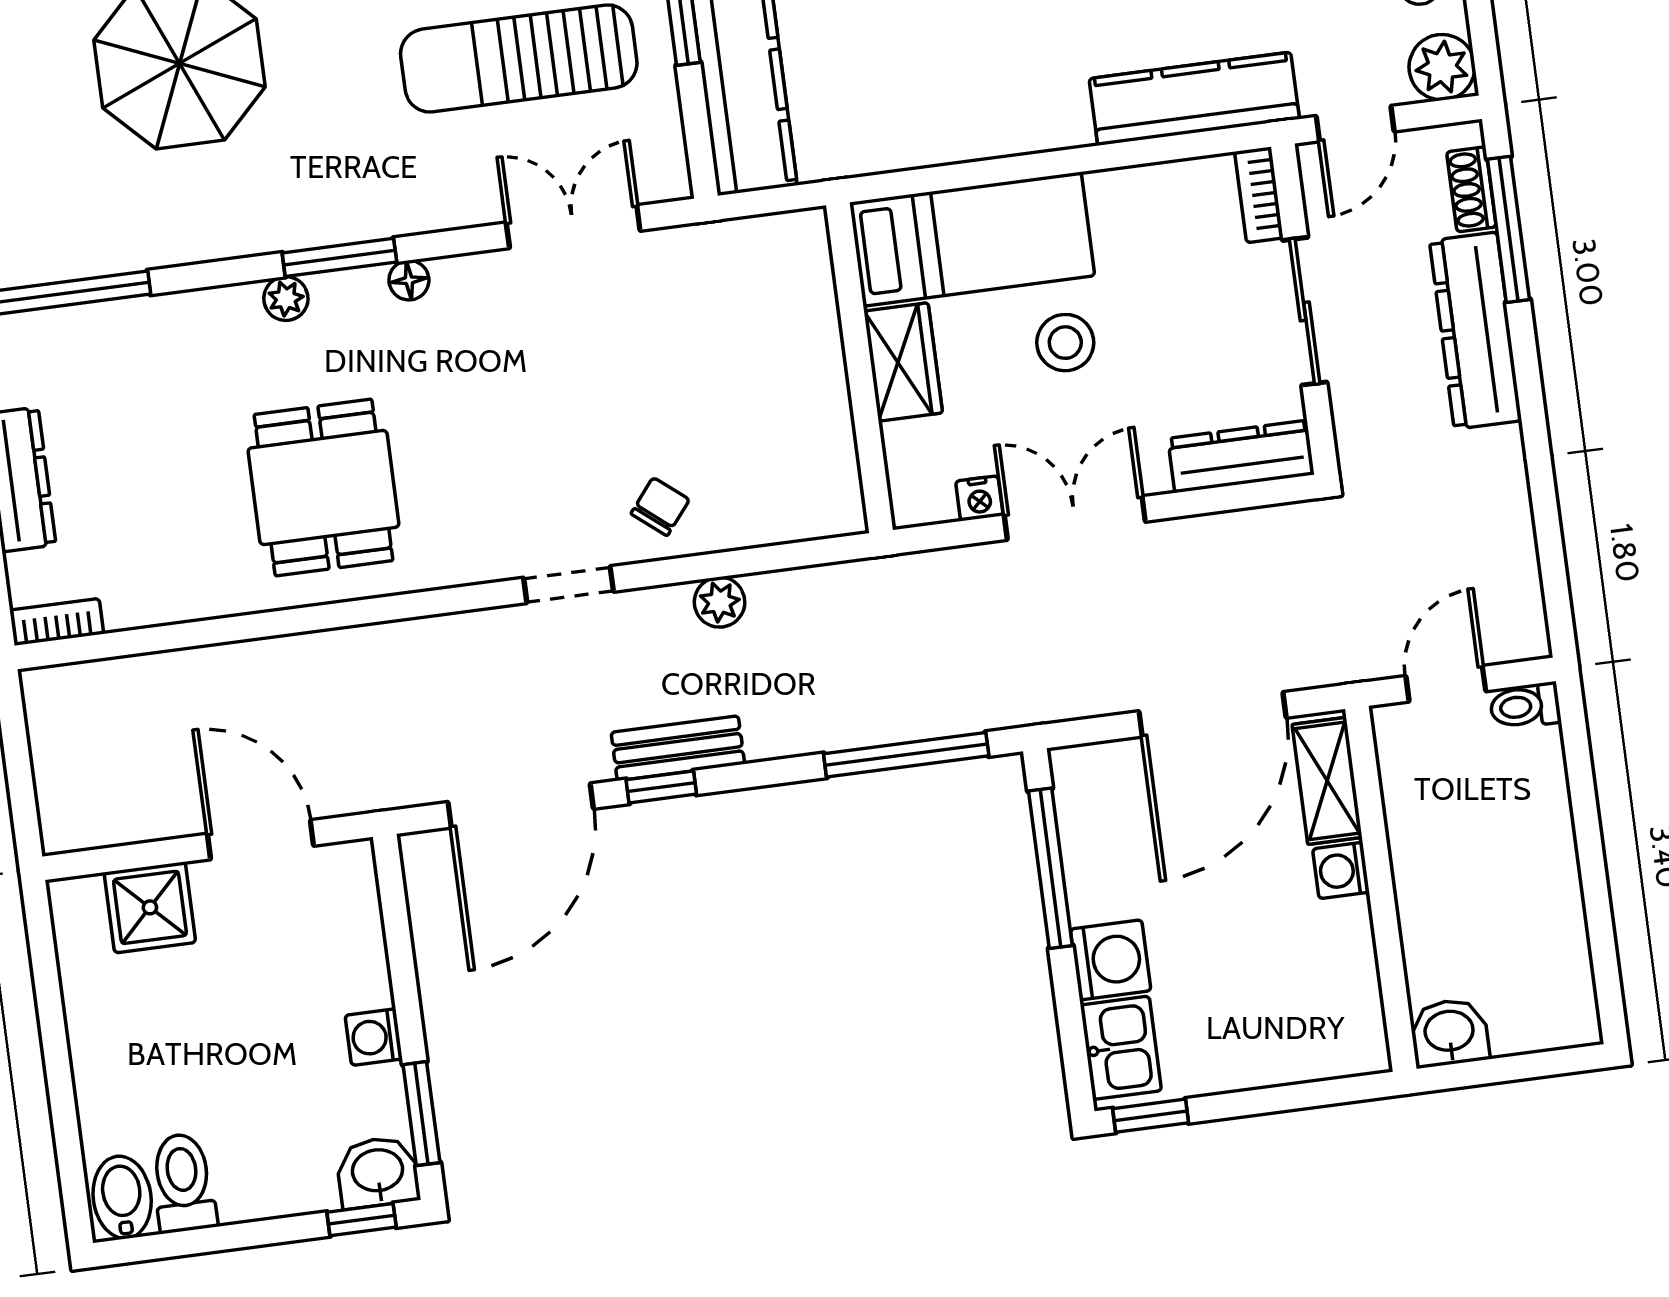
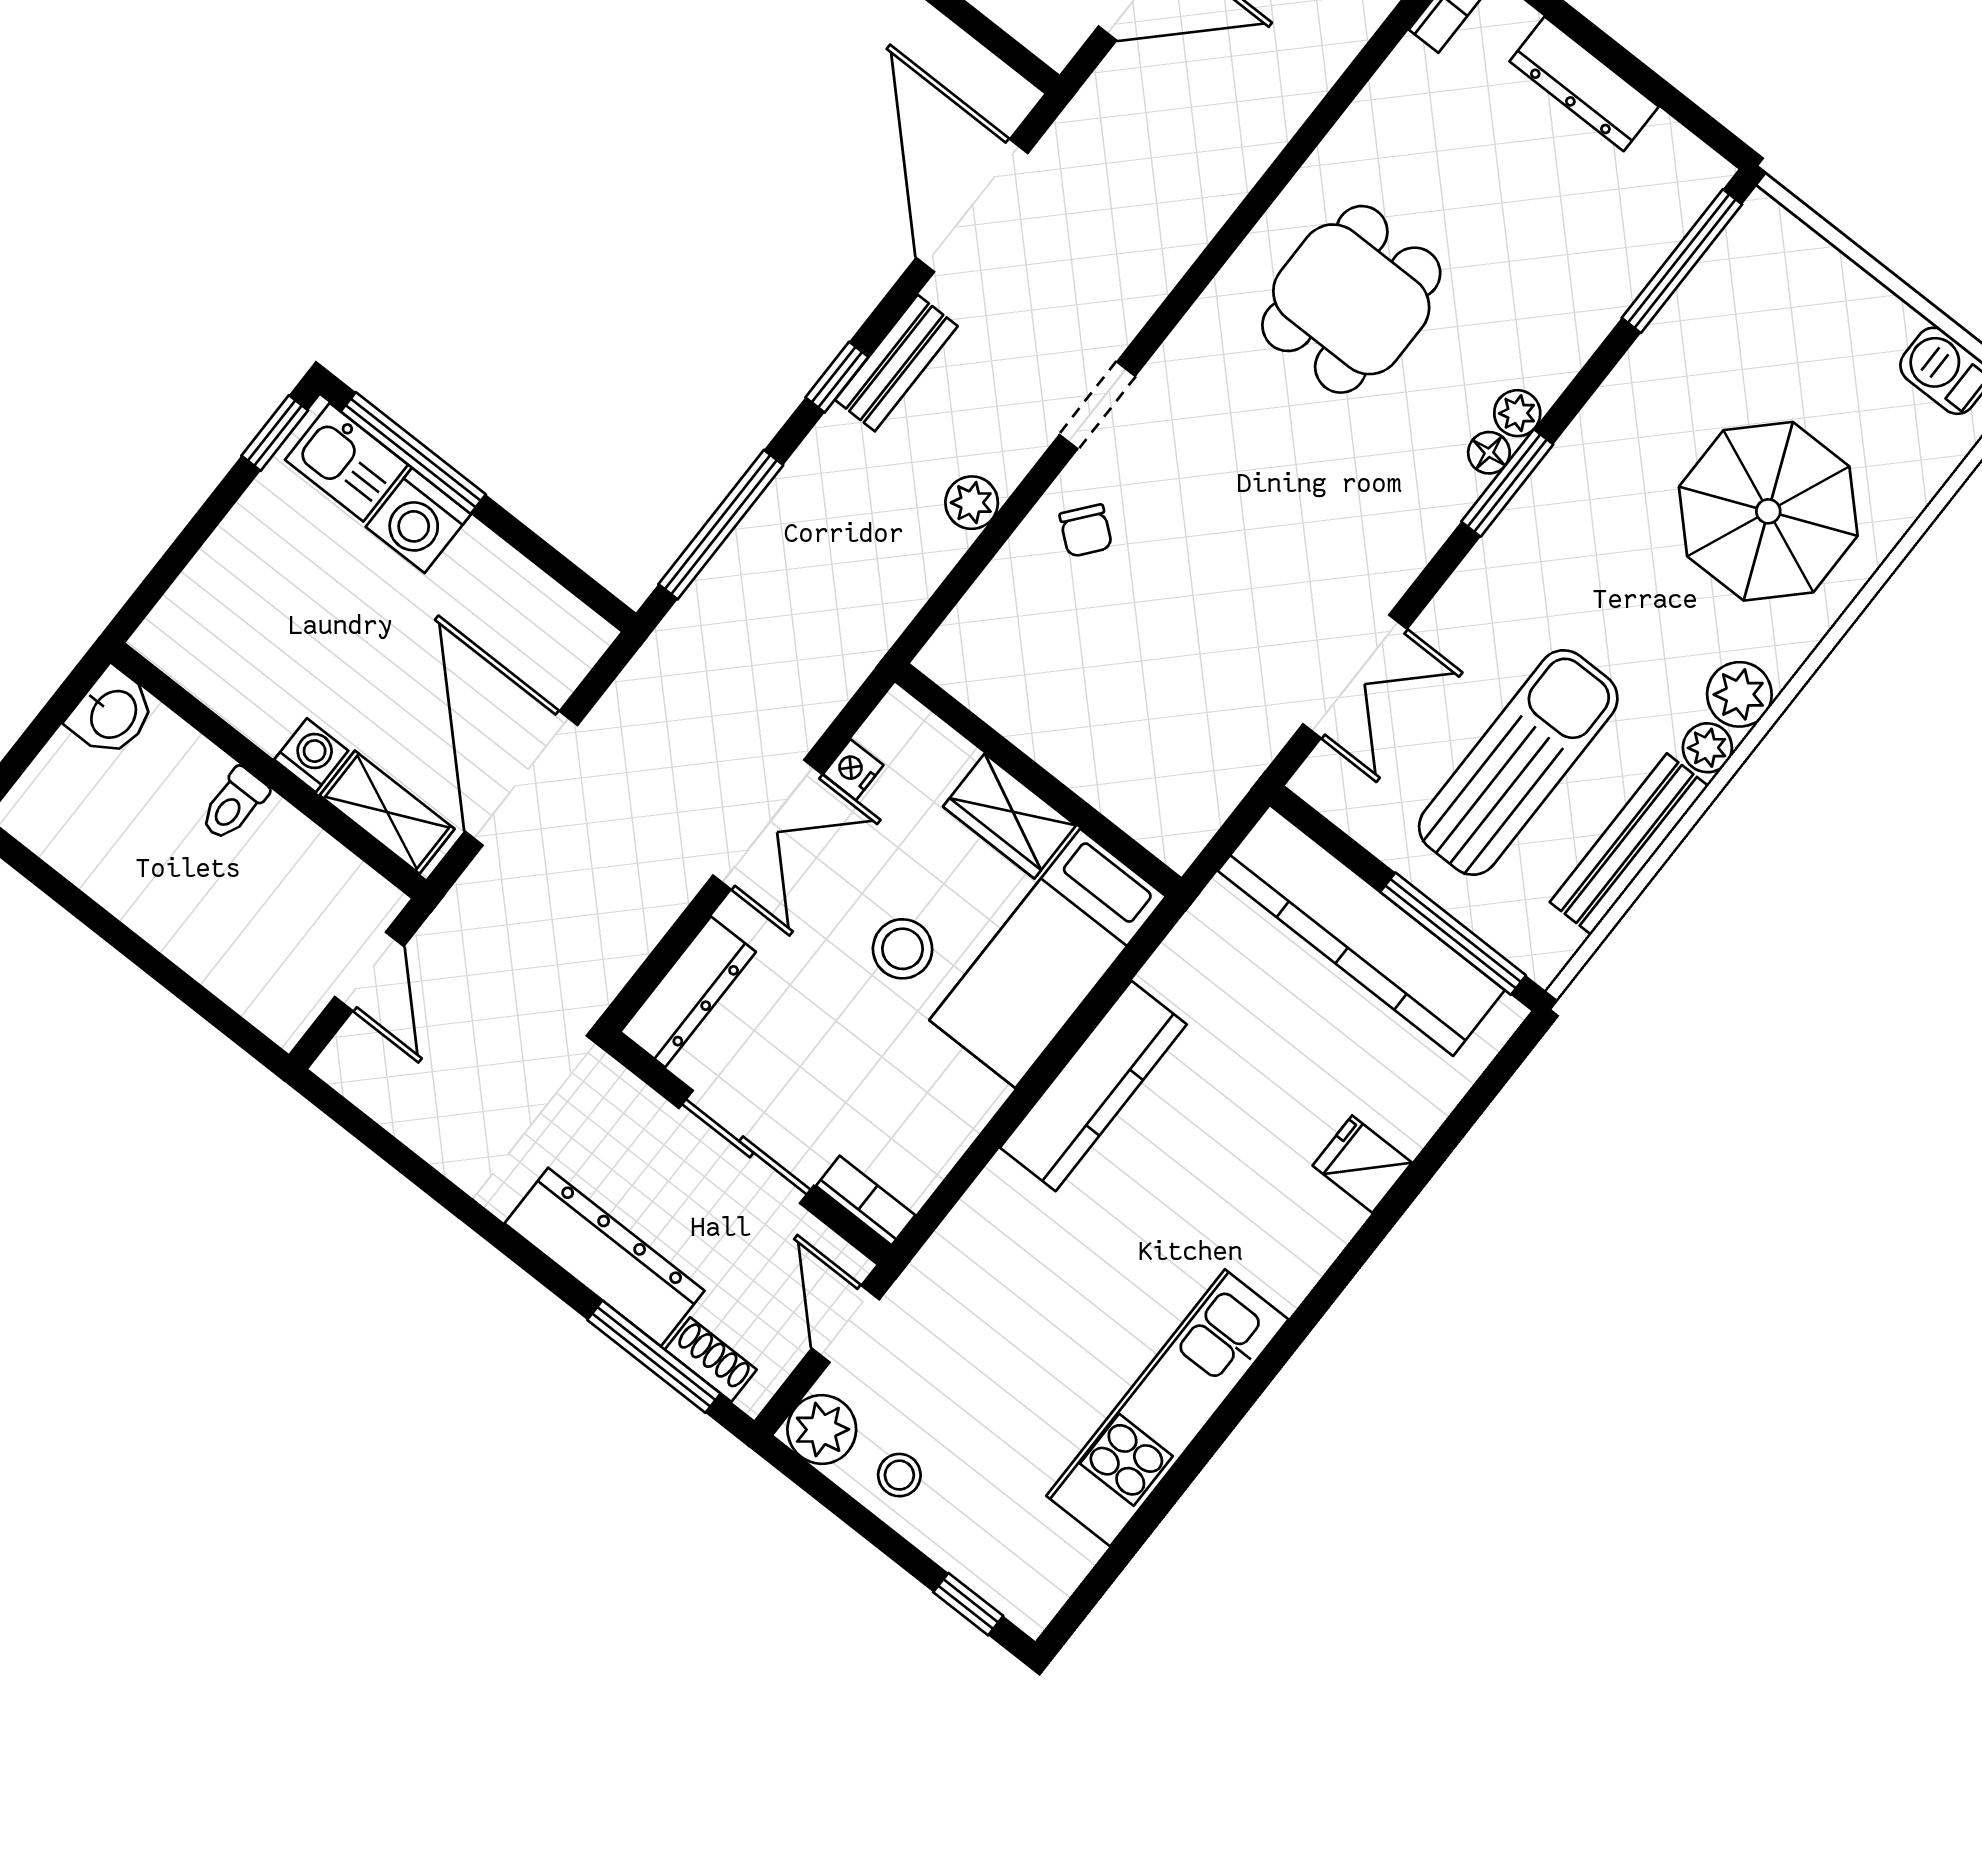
kitchen counter: (1194, 99) -> (1093, 1086), moved
floor lamp: (409, 280) -> (1489, 453), moved
dining table: (323, 488) -> (1351, 299), turned 90
toilet: (1525, 706) -> (234, 804), moved, turned 180
window: (661, 787) -> (837, 377), moved
window: (1050, 868) -> (413, 453), moved

